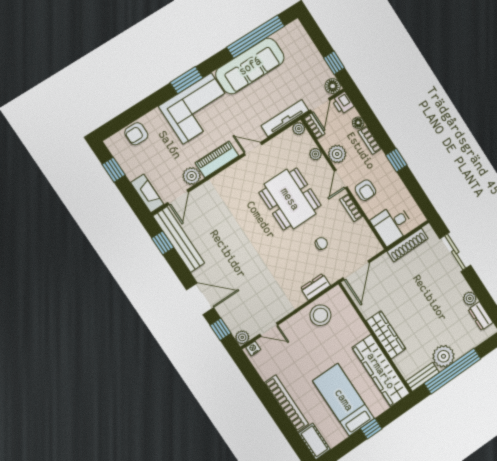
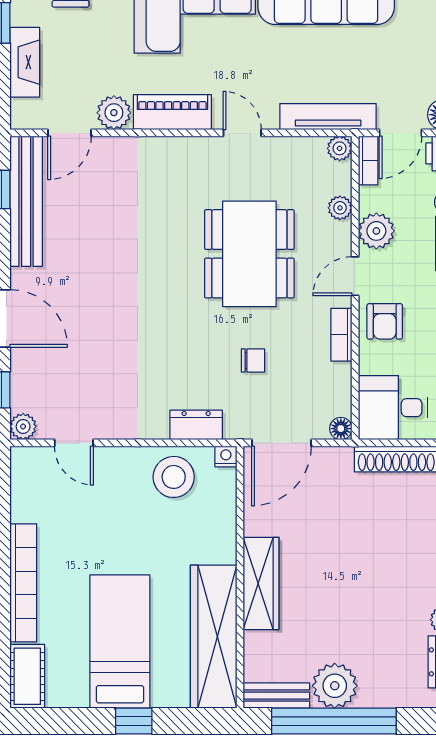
fireplace: (147, 193) -> (25, 62), moved
floor lamp: (377, 248) -> (341, 429), added
nightstand: (253, 348) -> (226, 456), moved

